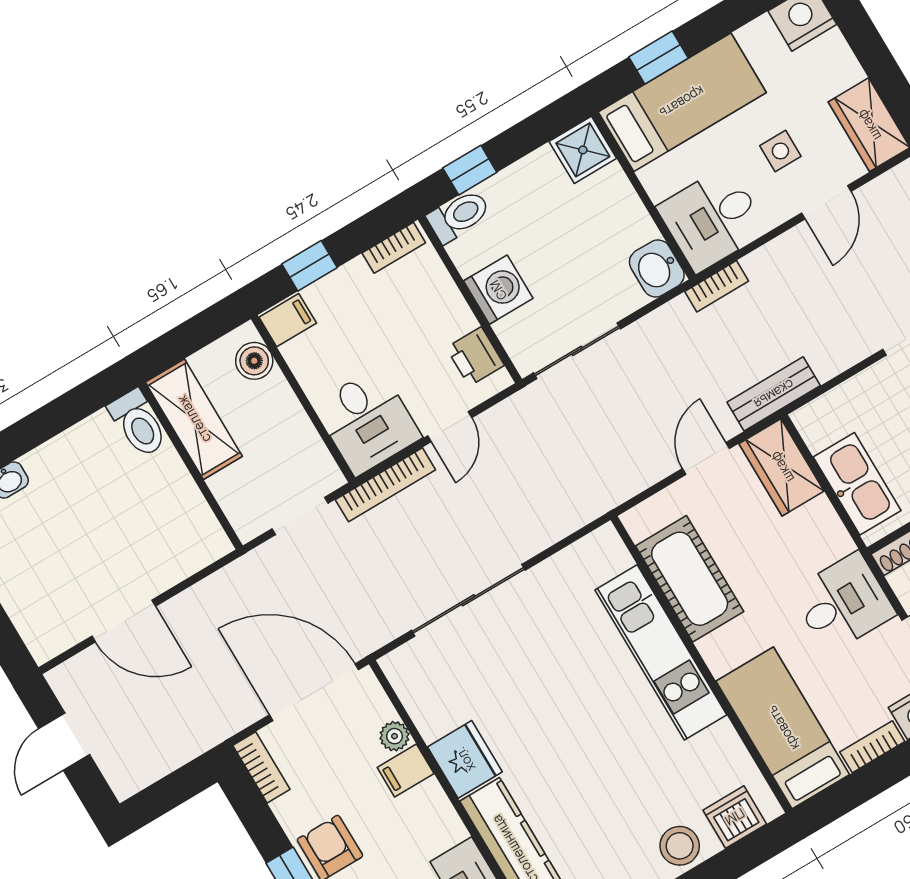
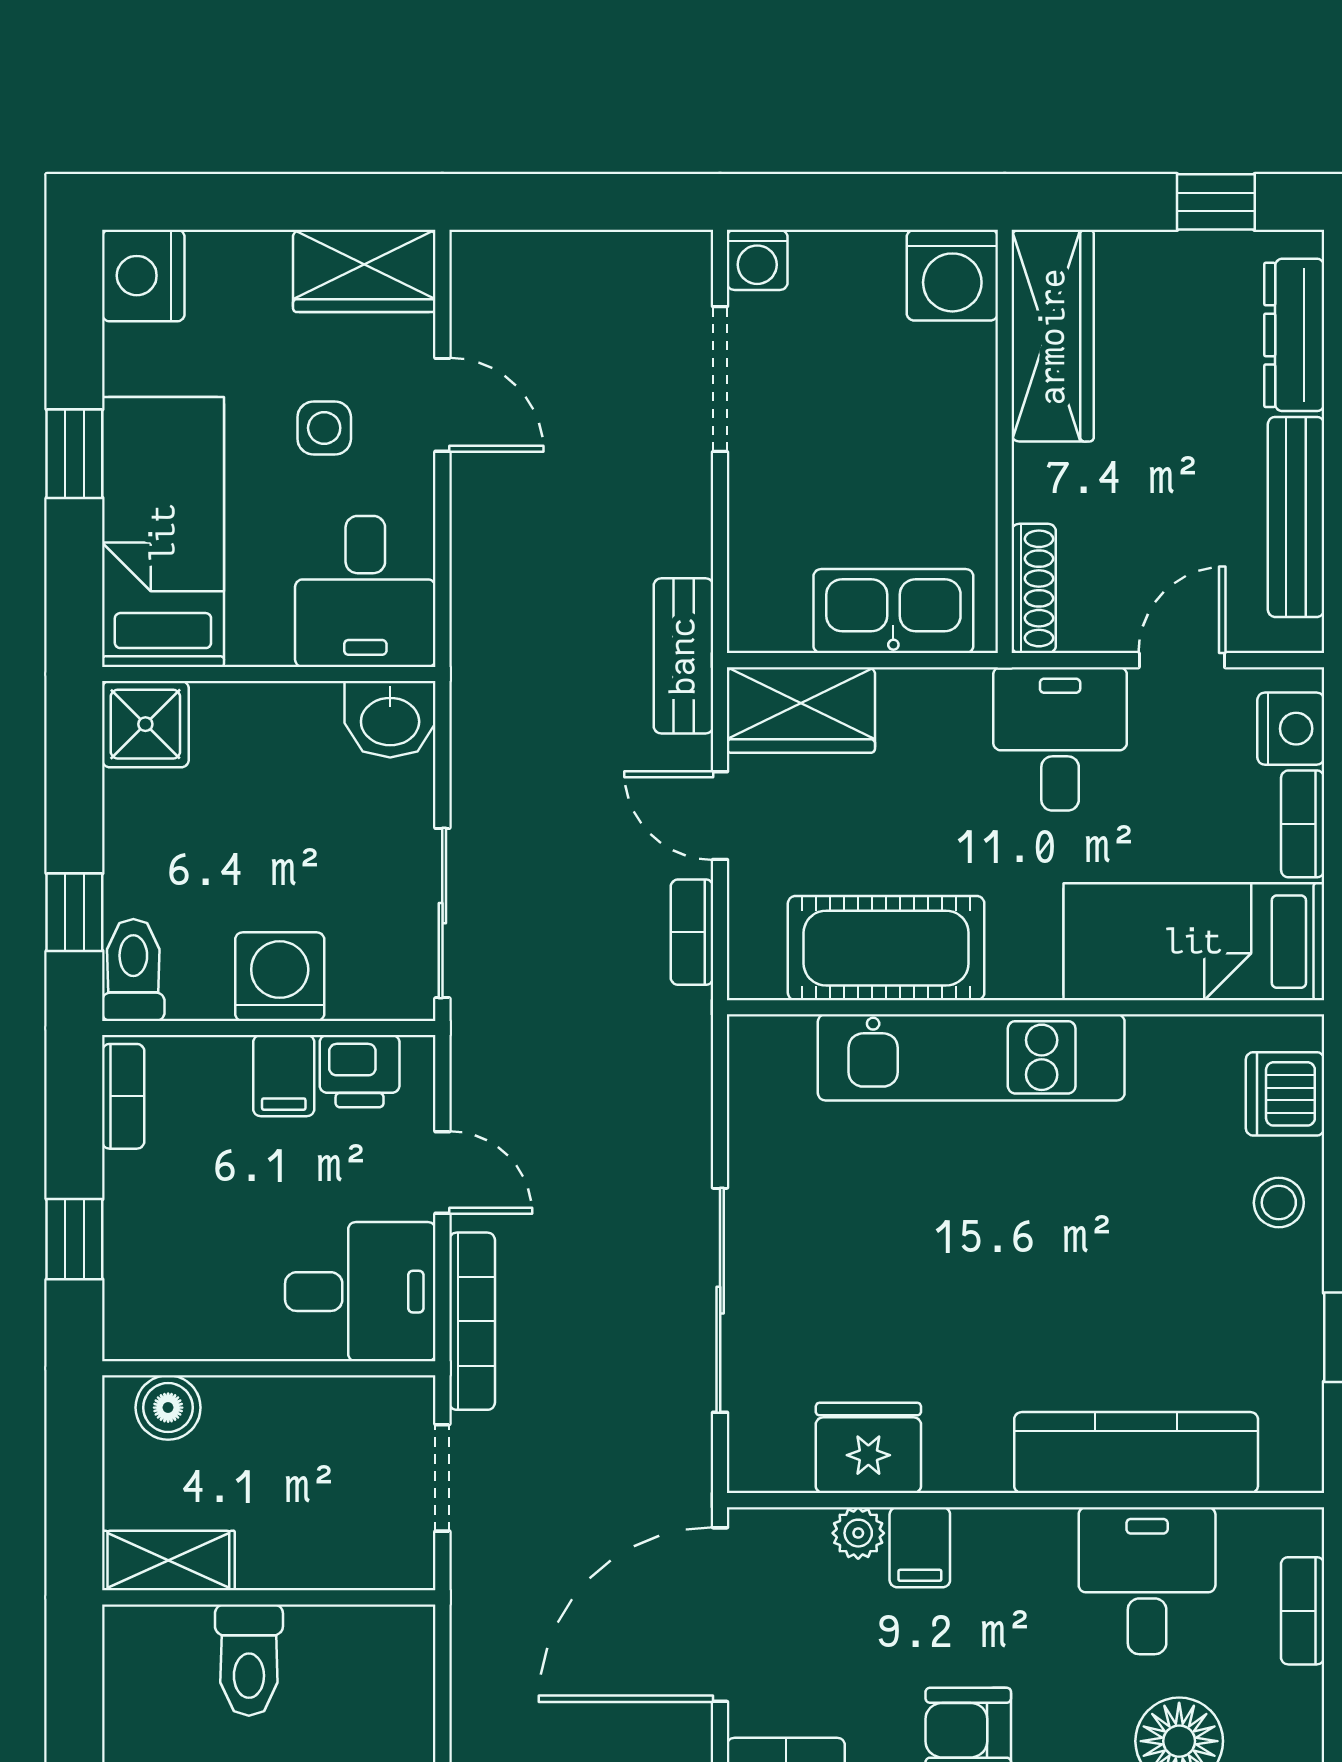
window: (659, 58) -> (74, 454), moved
bookcase: (717, 286) -> (692, 932), moved, turned 180
filing cabinet: (288, 320) -> (284, 1076), moved, turned 180
shelving: (194, 419) -> (168, 1561), width x0.67, depth x0.75
toilet: (138, 423) -> (249, 1660), moved, turned 90
fridge: (465, 759) -> (868, 1448), moved
stool: (680, 846) -> (1279, 1203), width x0.73, depth x0.73

